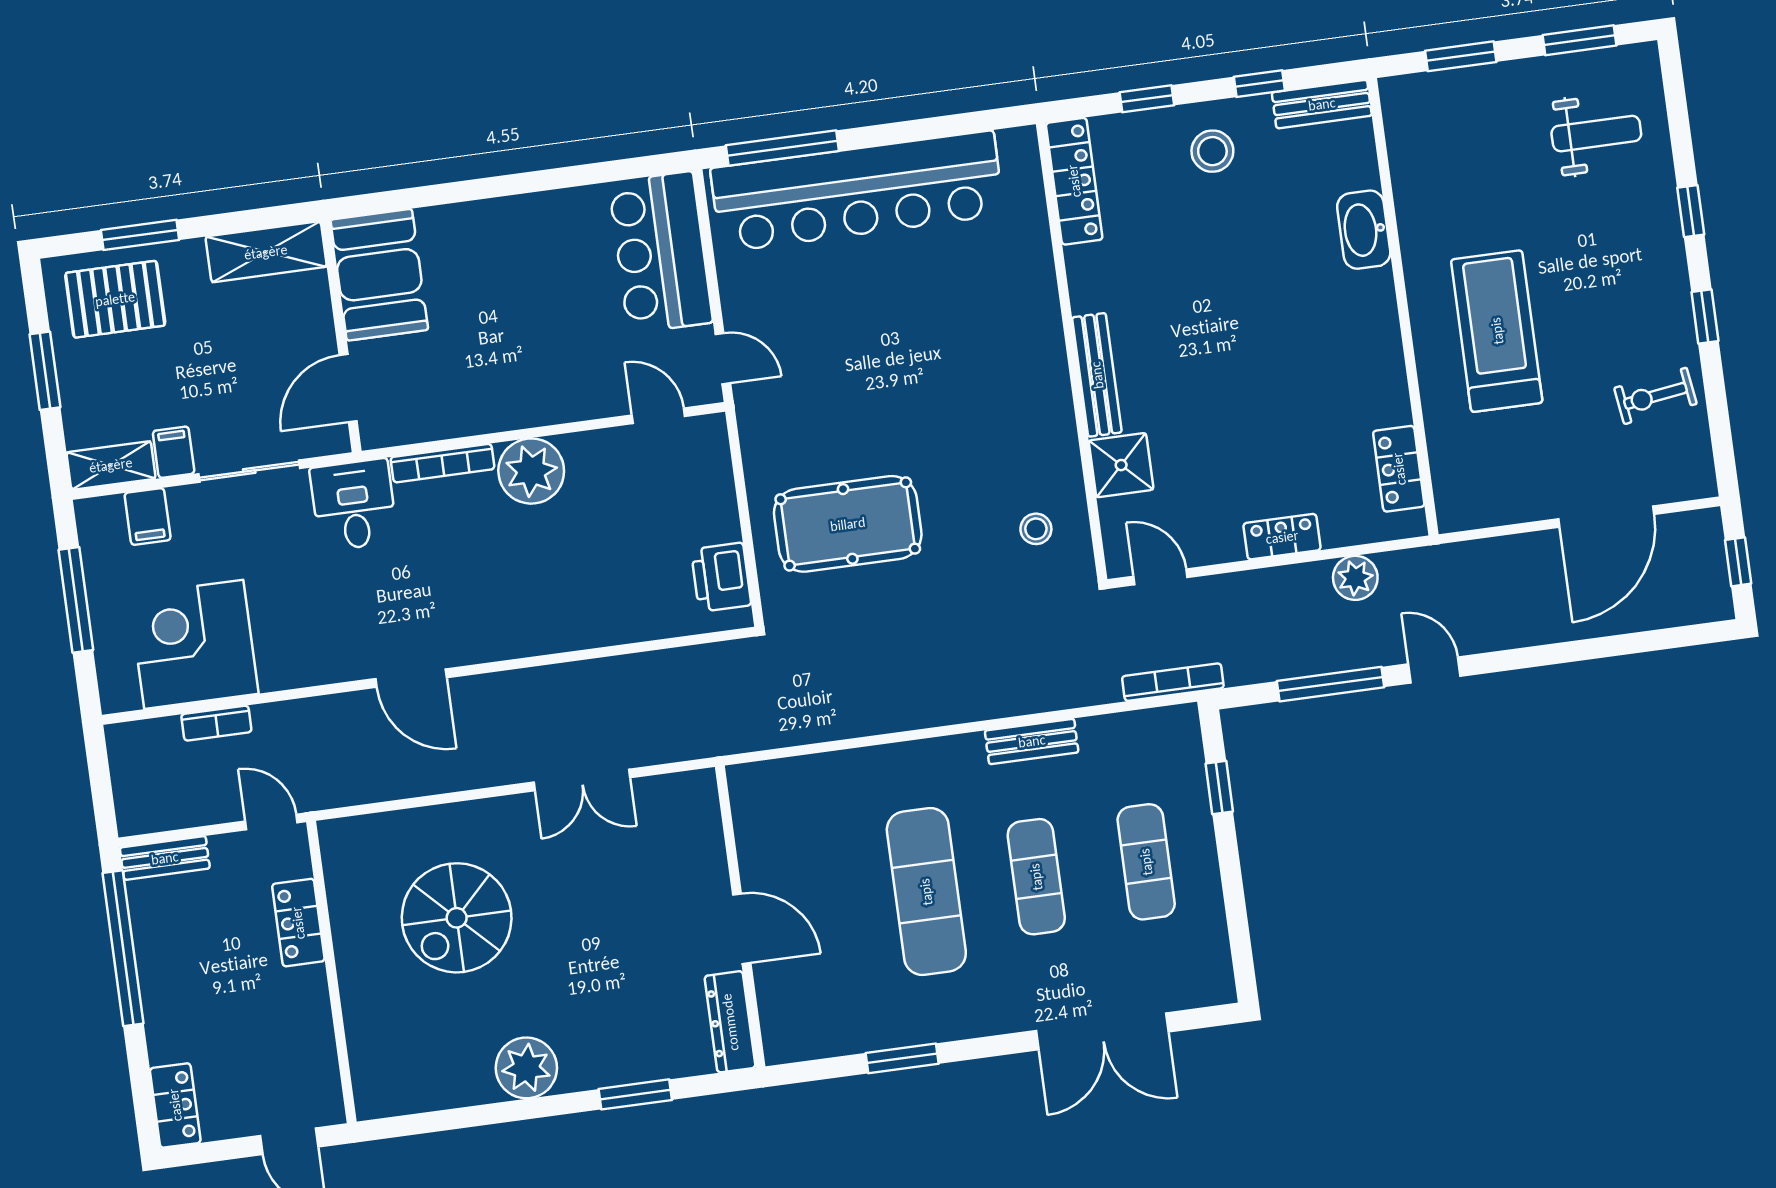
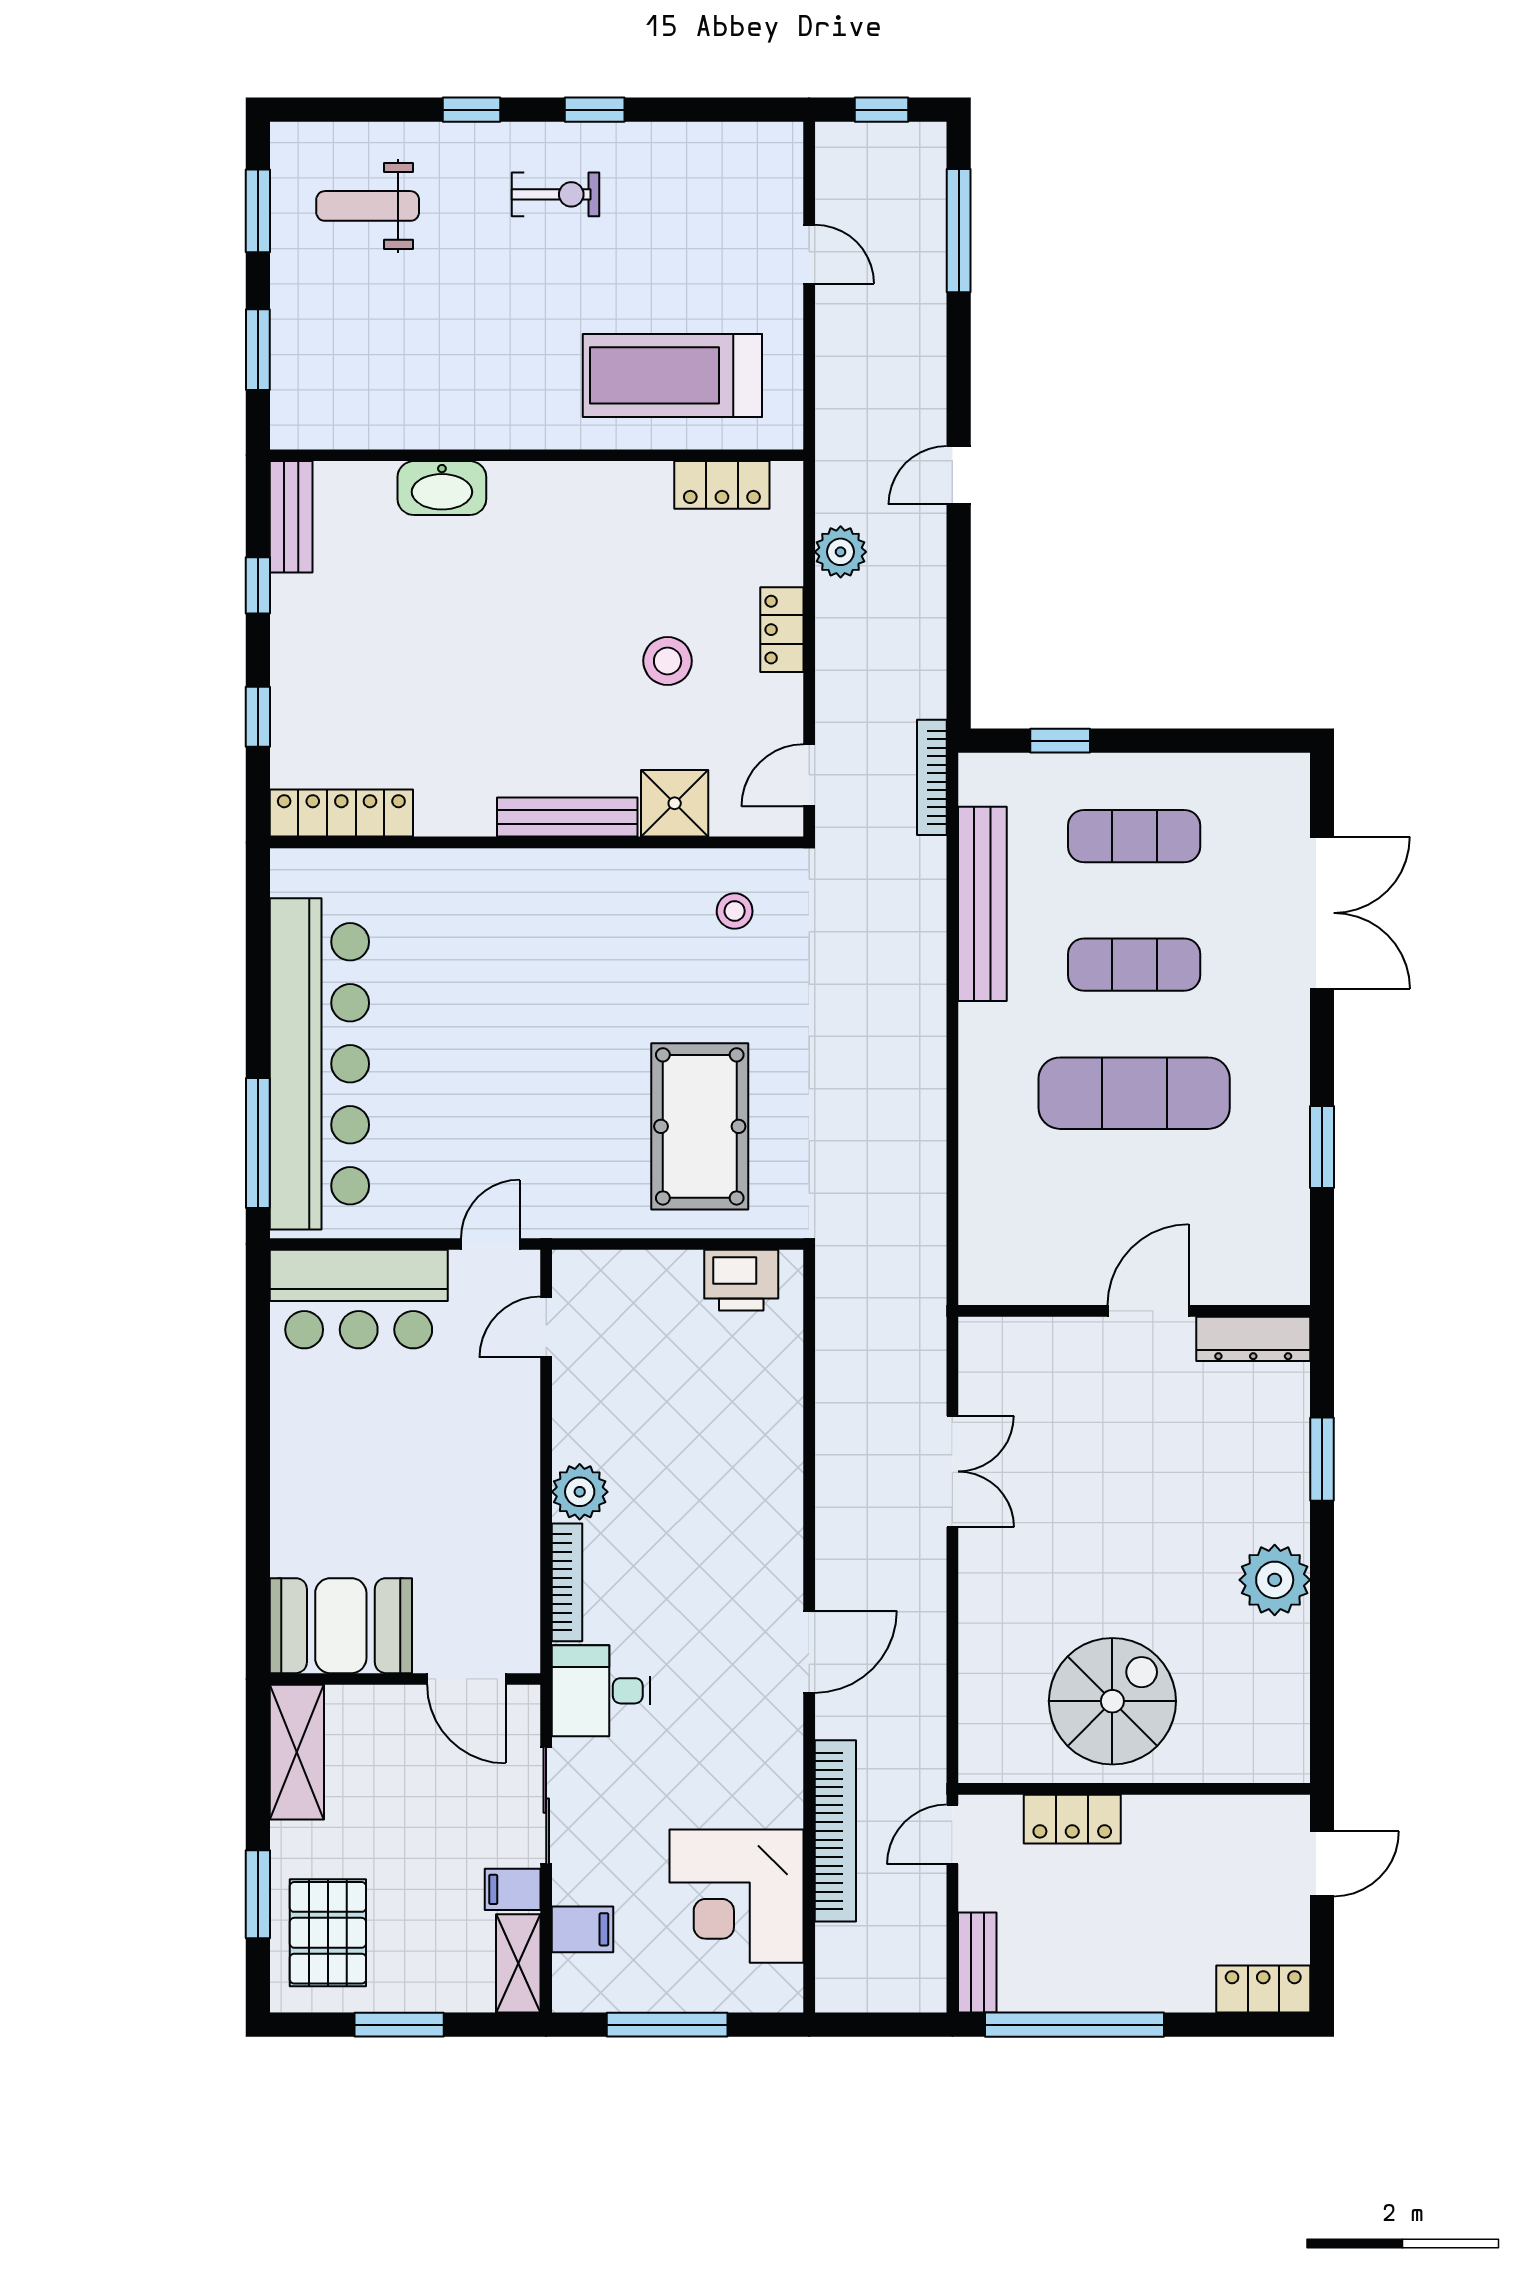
weight bench: (1596, 134) -> (368, 206), turned -90
stool: (1212, 151) -> (668, 661), moved
treadmill: (1497, 331) -> (672, 375), moved
exercise bike: (1655, 396) -> (556, 194), moved, turned -82
plant: (531, 471) -> (580, 1492), width x0.73, depth x0.73
door: (1606, 517) -> (809, 254), width x0.53
window: (1330, 684) -> (959, 231), moved
bookcase: (216, 723) -> (835, 1831), width x2.31, depth x1.31
bench: (1032, 741) -> (982, 904), width x1.86, depth x1.21
spiral stairs: (457, 918) -> (1112, 1701), moved, turned -90

